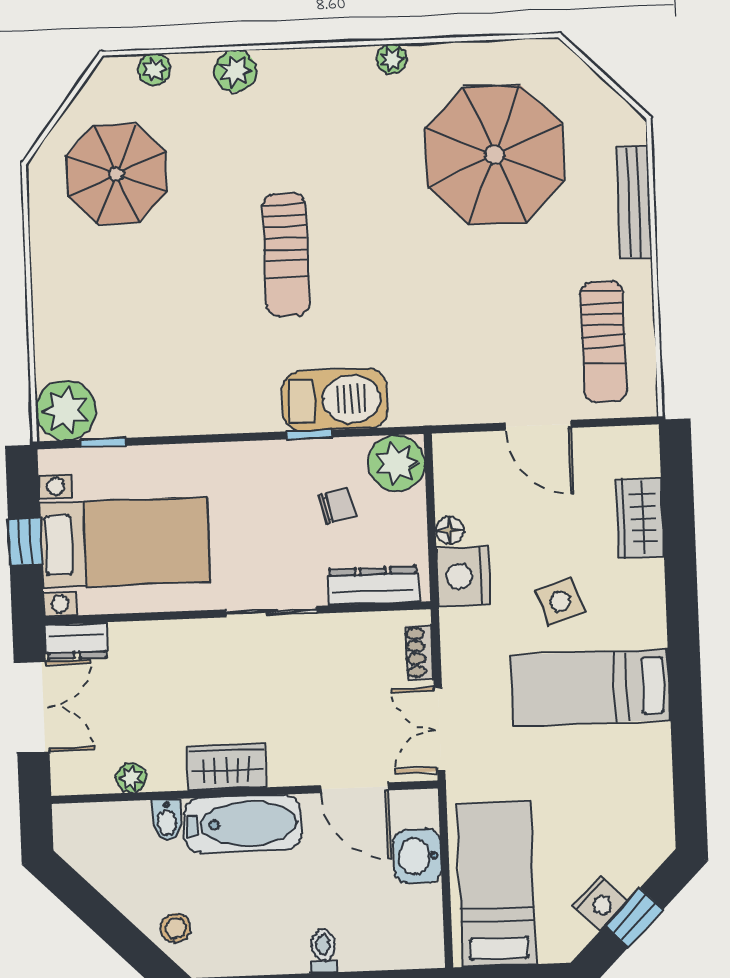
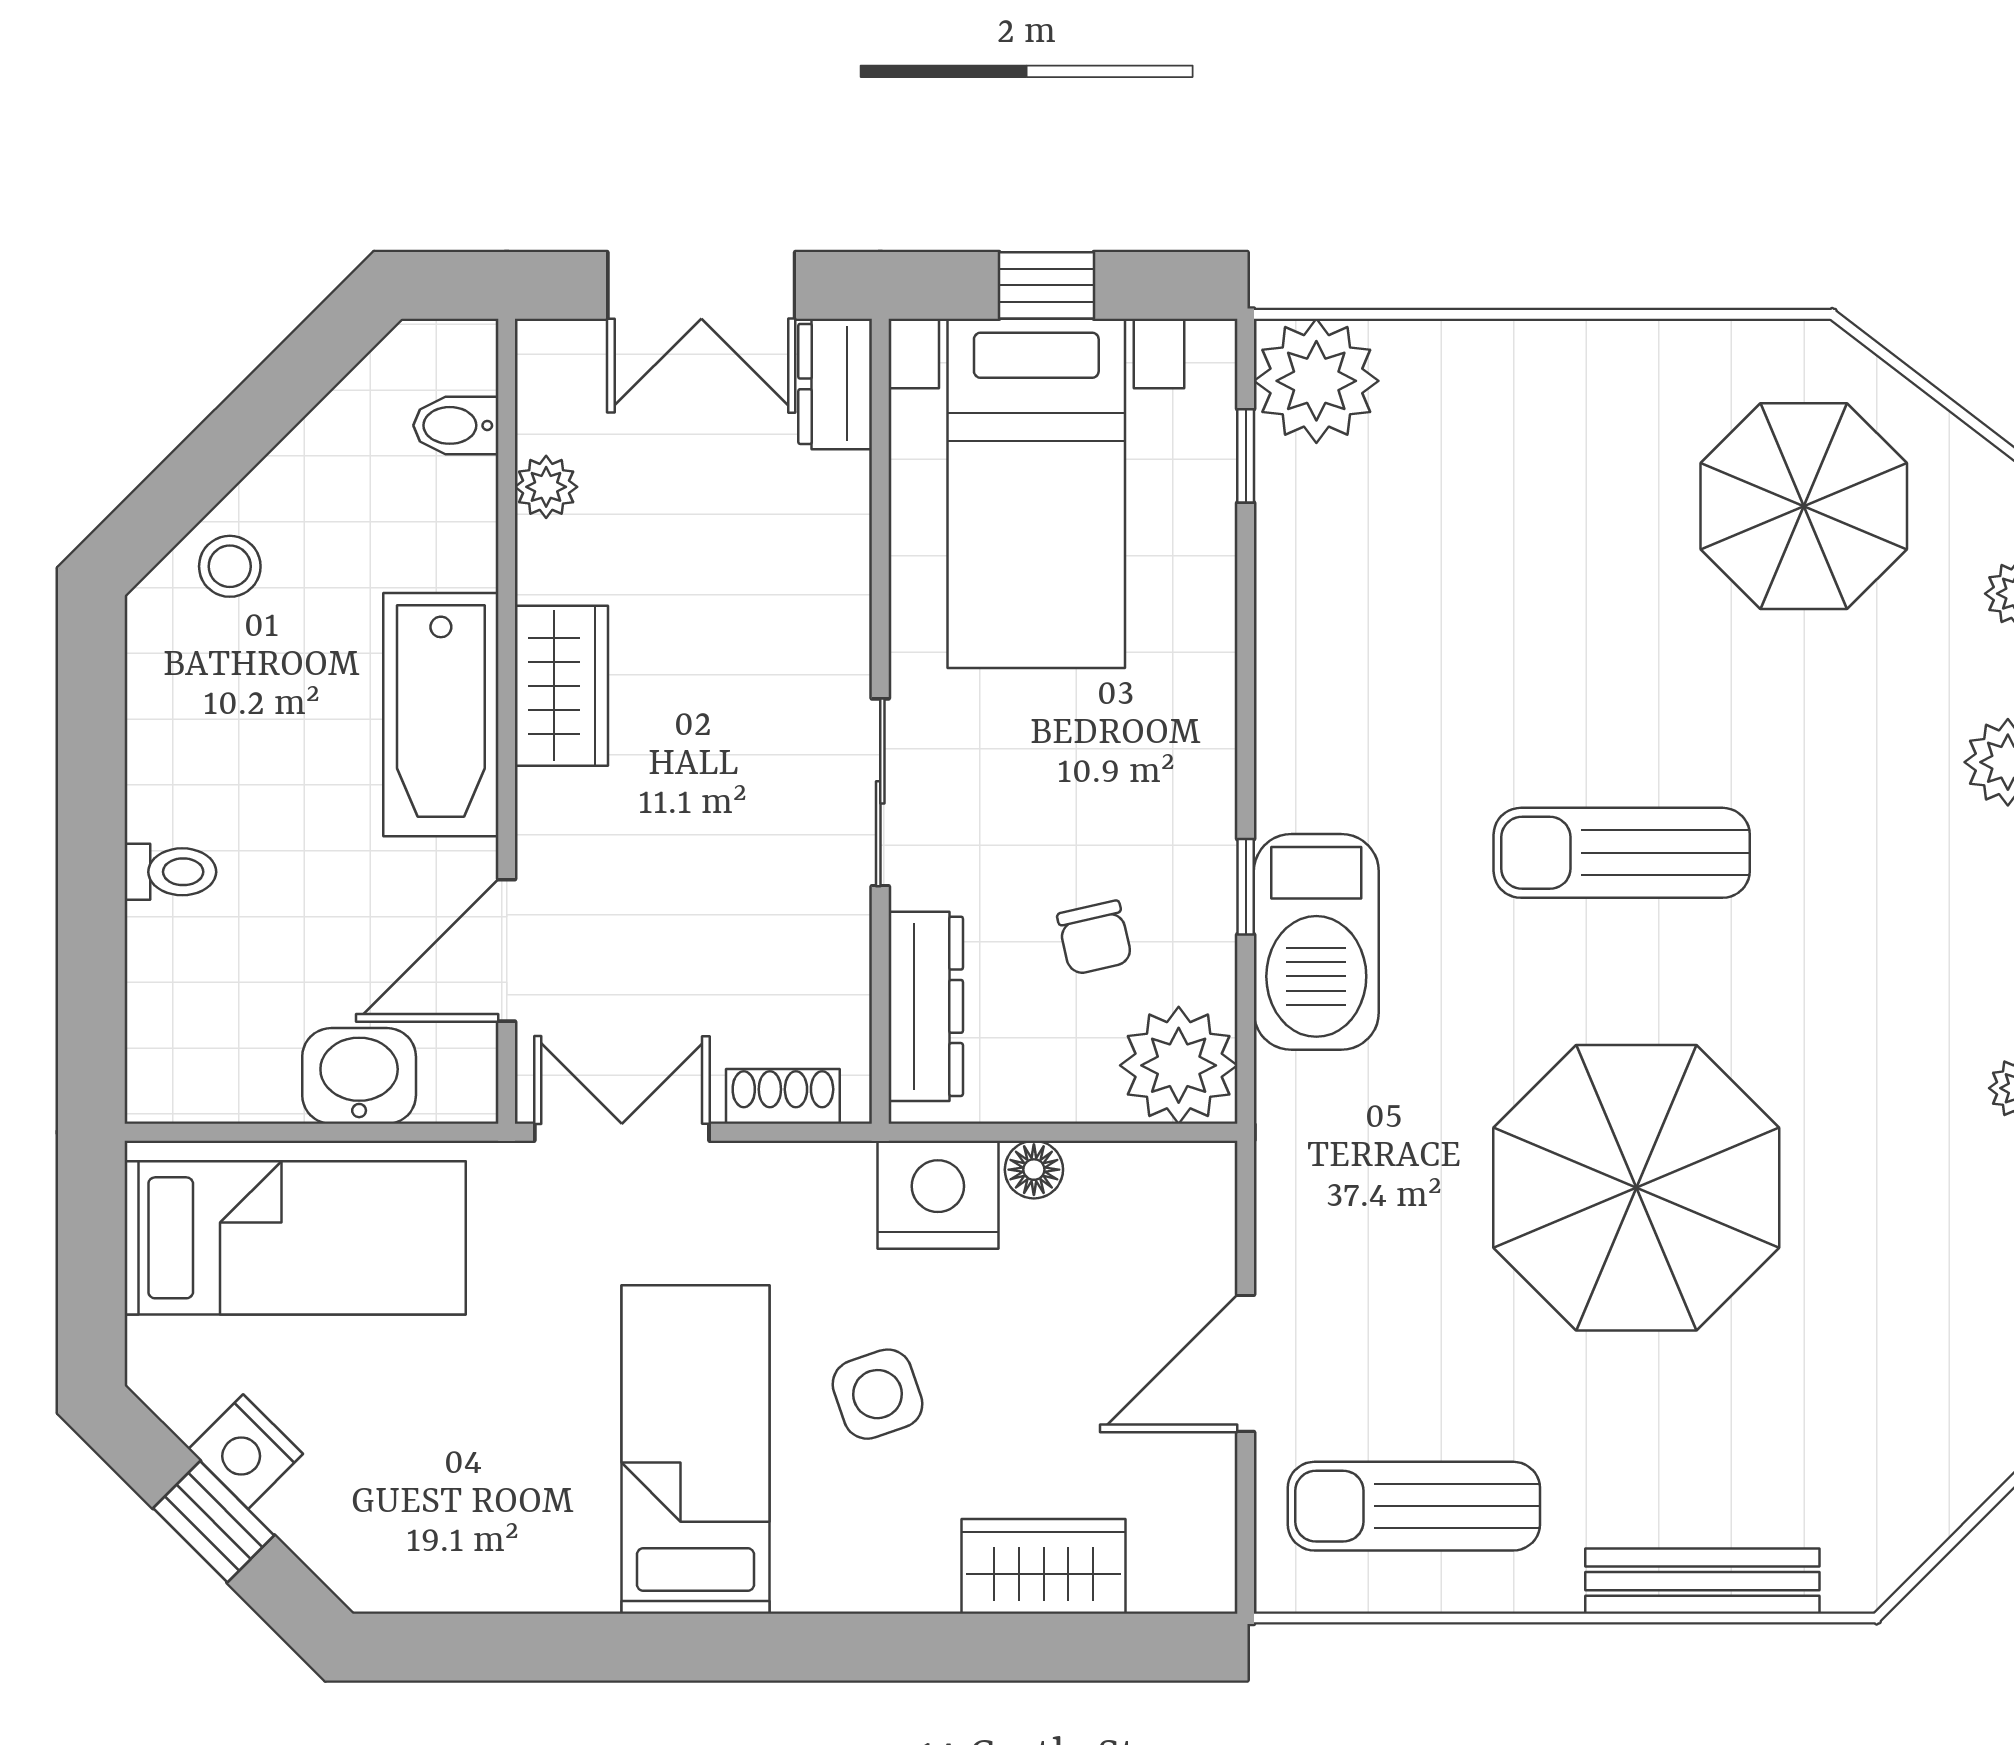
parasol: (494, 155) -> (1636, 1188), moved
bidet: (167, 820) -> (456, 425), moved

